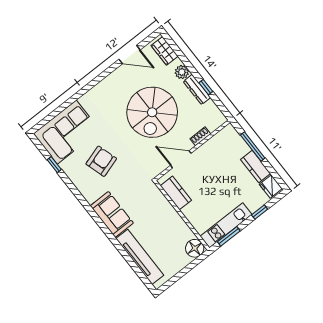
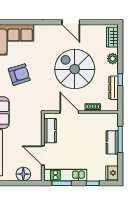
door: (129, 55) -> (71, 22), moved
dresser: (197, 89) -> (114, 88), moved
spiral stairs: (152, 112) -> (75, 69), turned 90
kitchen counter: (255, 167) -> (112, 142), moved
door: (188, 223) -> (43, 156), added
floor lamp: (195, 248) -> (23, 174), moved

